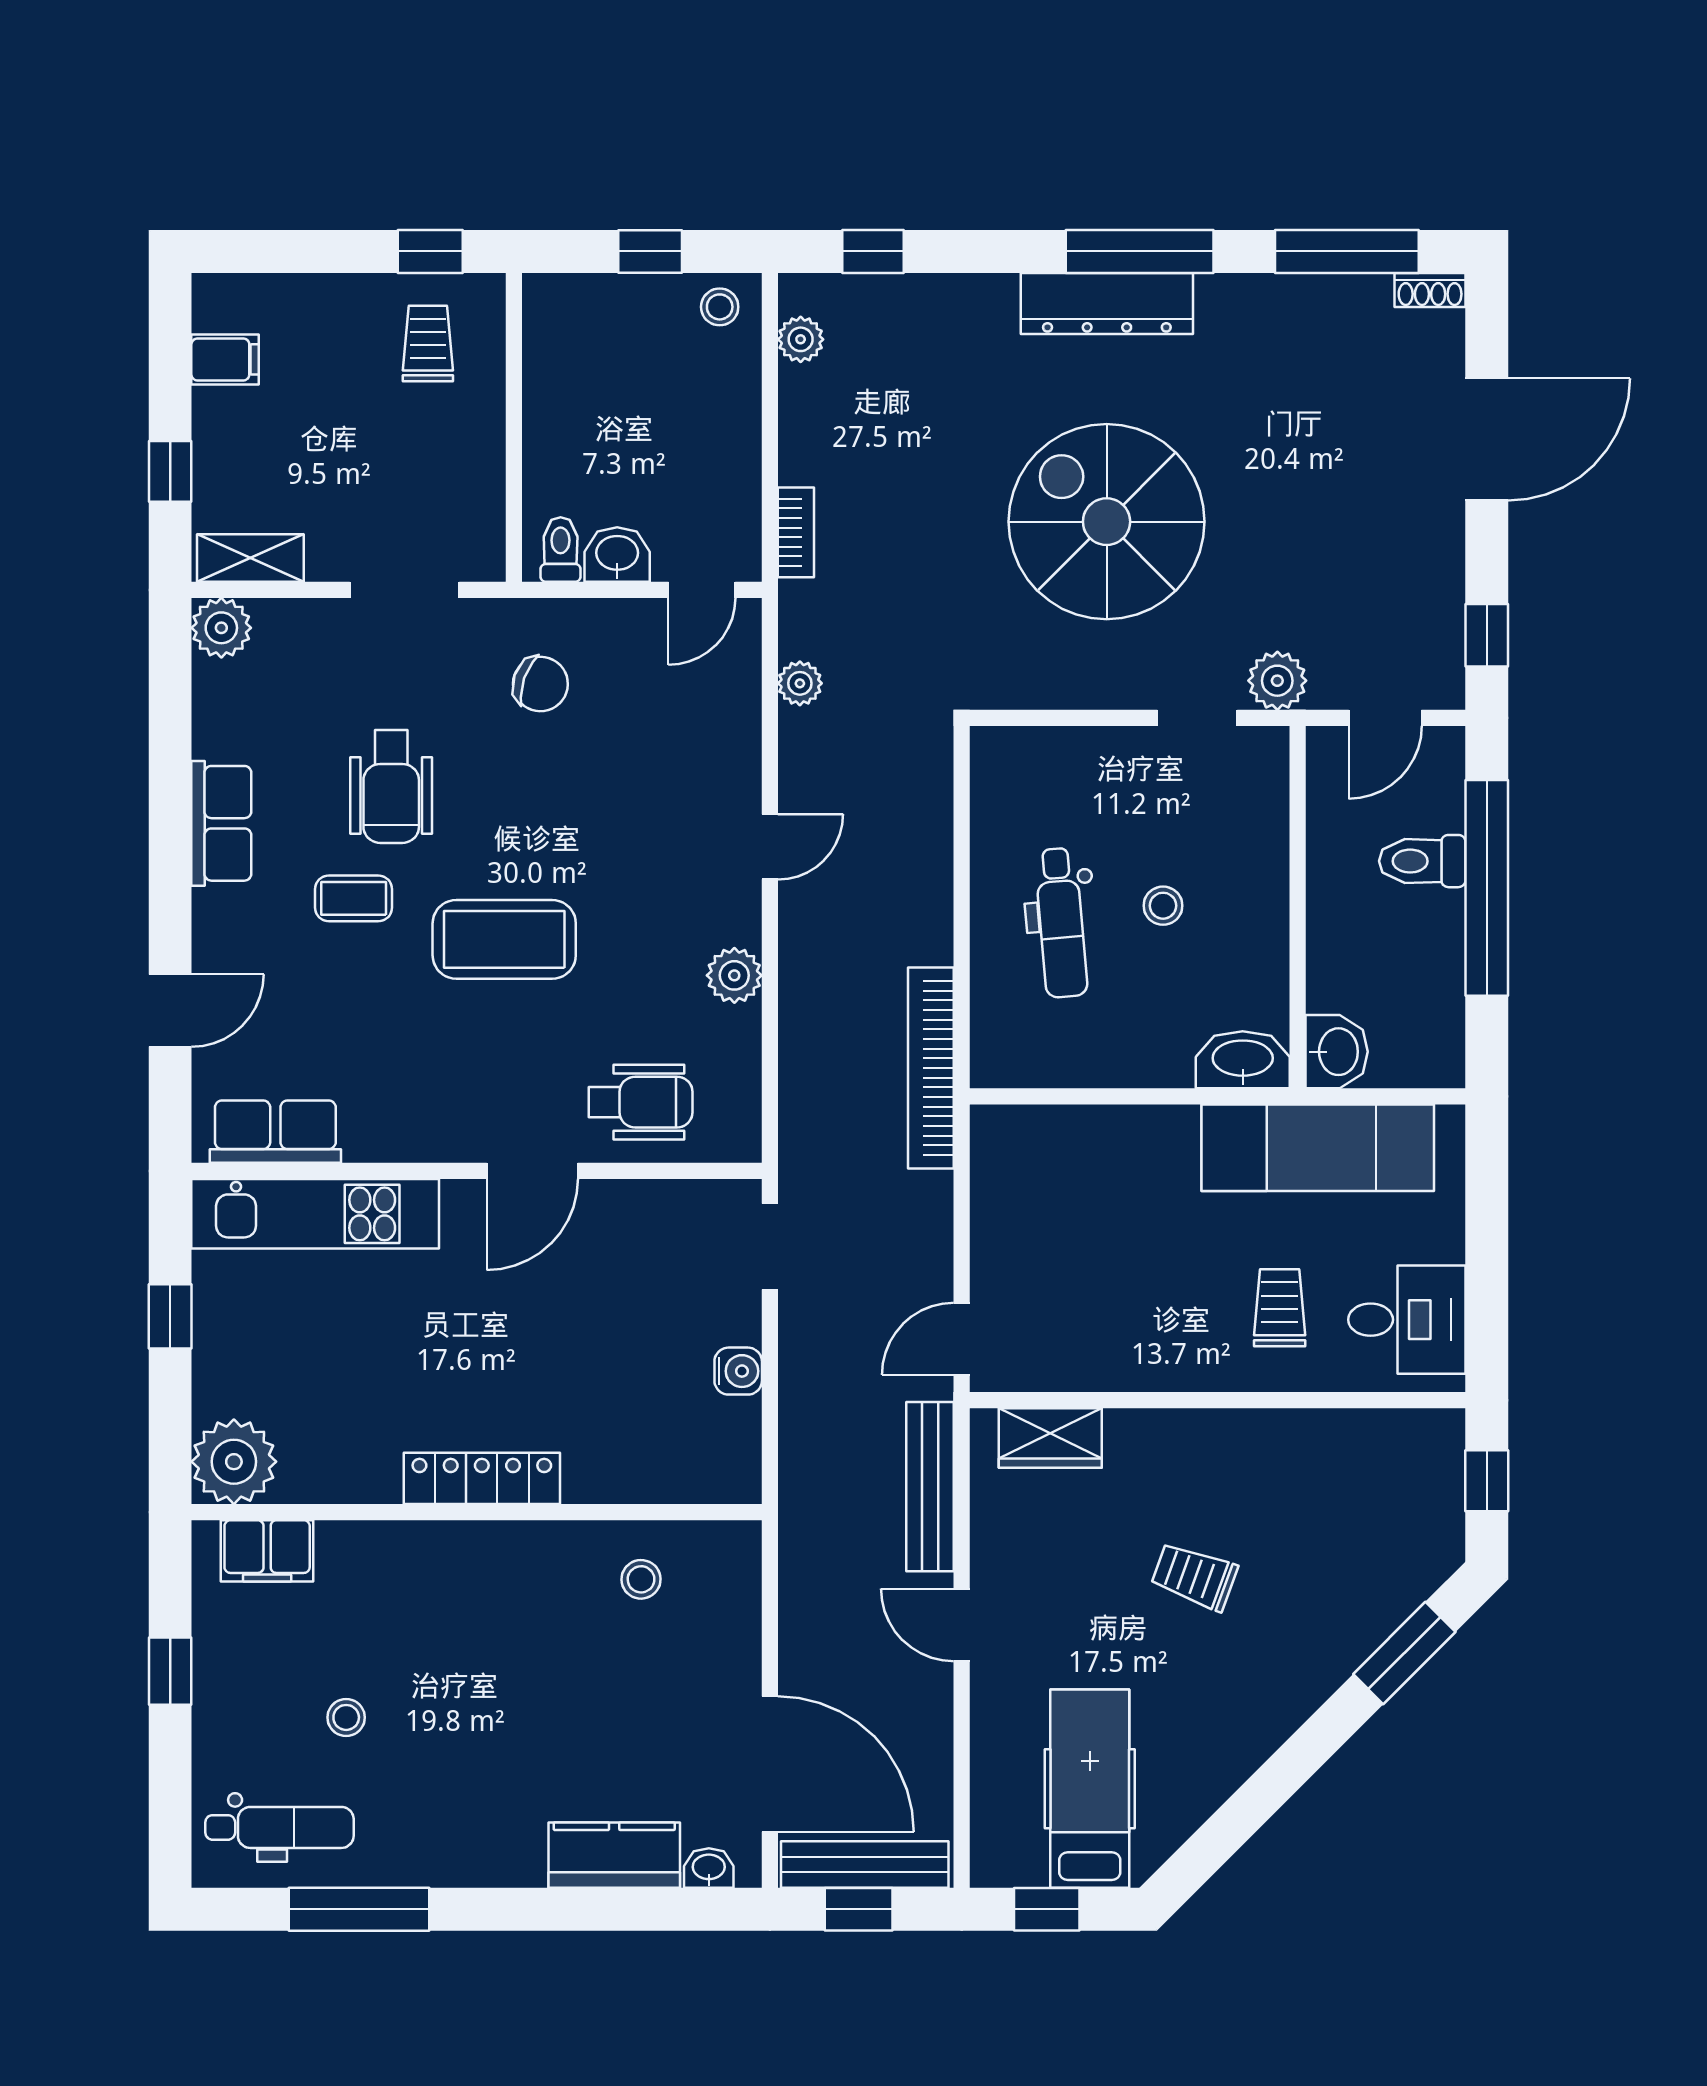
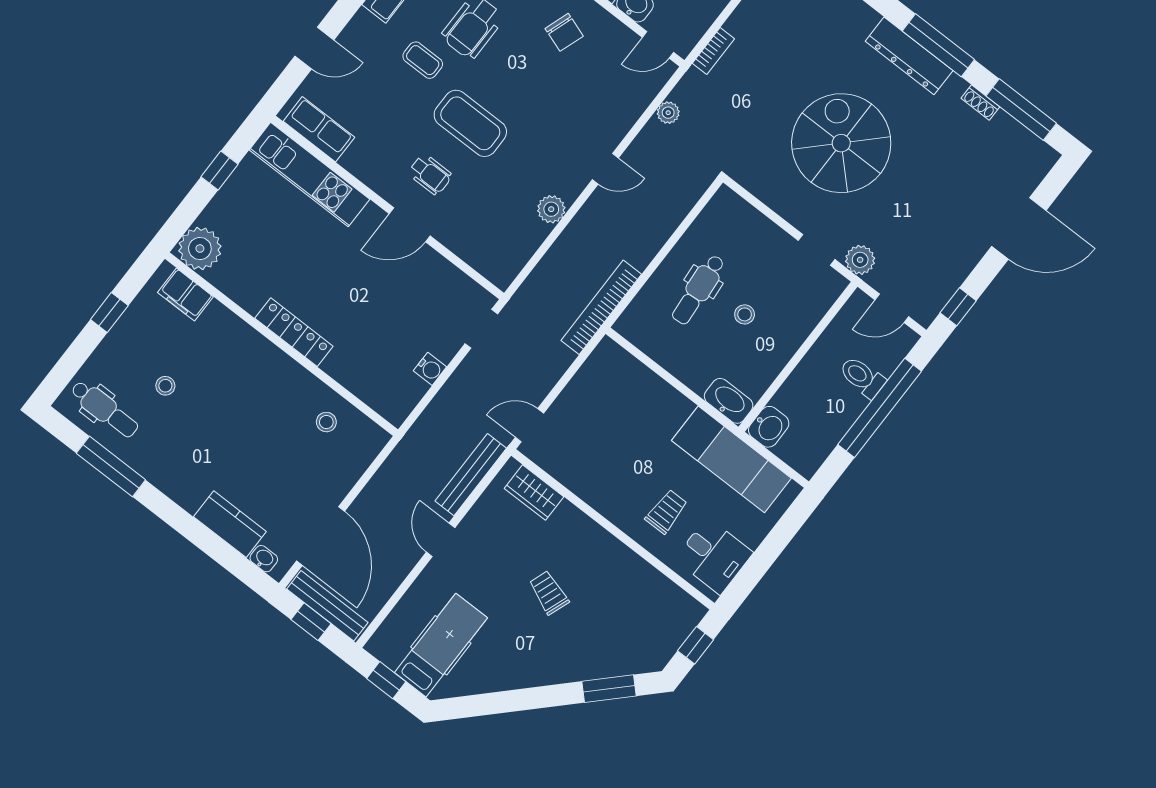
shoe rack: (1430, 290) -> (980, 103), moved
wheelchair: (641, 1102) -> (430, 174), moved, width x0.73, depth x0.73

